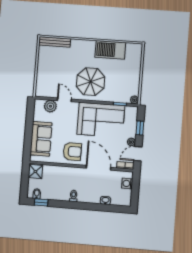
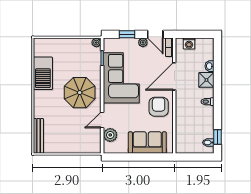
shower: (35, 172) -> (206, 80), moved

